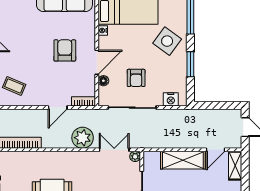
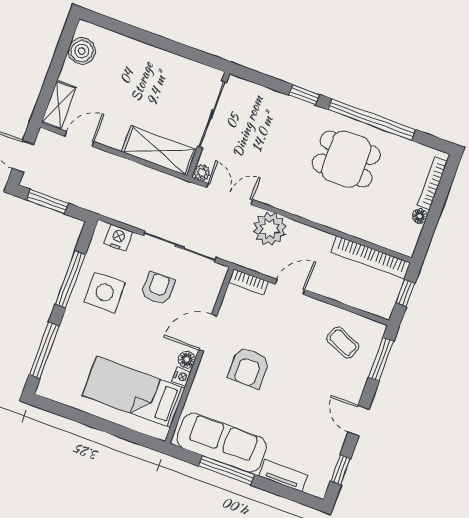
side table: (167, 41) -> (105, 292), moved, turned -36
window: (190, 64) -> (70, 279), width x1.44
floor lamp: (103, 81) -> (187, 360), moved
window: (221, 105) -> (47, 202), added
double door: (114, 150) -> (229, 194), swing flipped
shelving: (183, 160) -> (159, 151), moved

